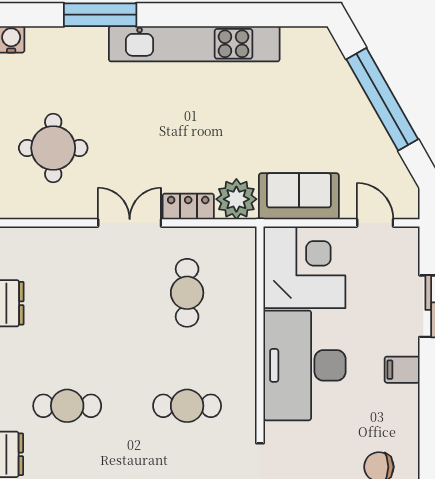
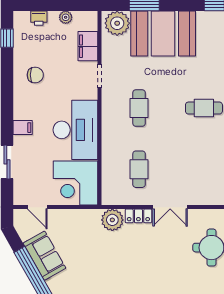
sofa: (299, 196) -> (44, 256), moved, turned -120
cafe table: (187, 406) -> (139, 108), turned 90

